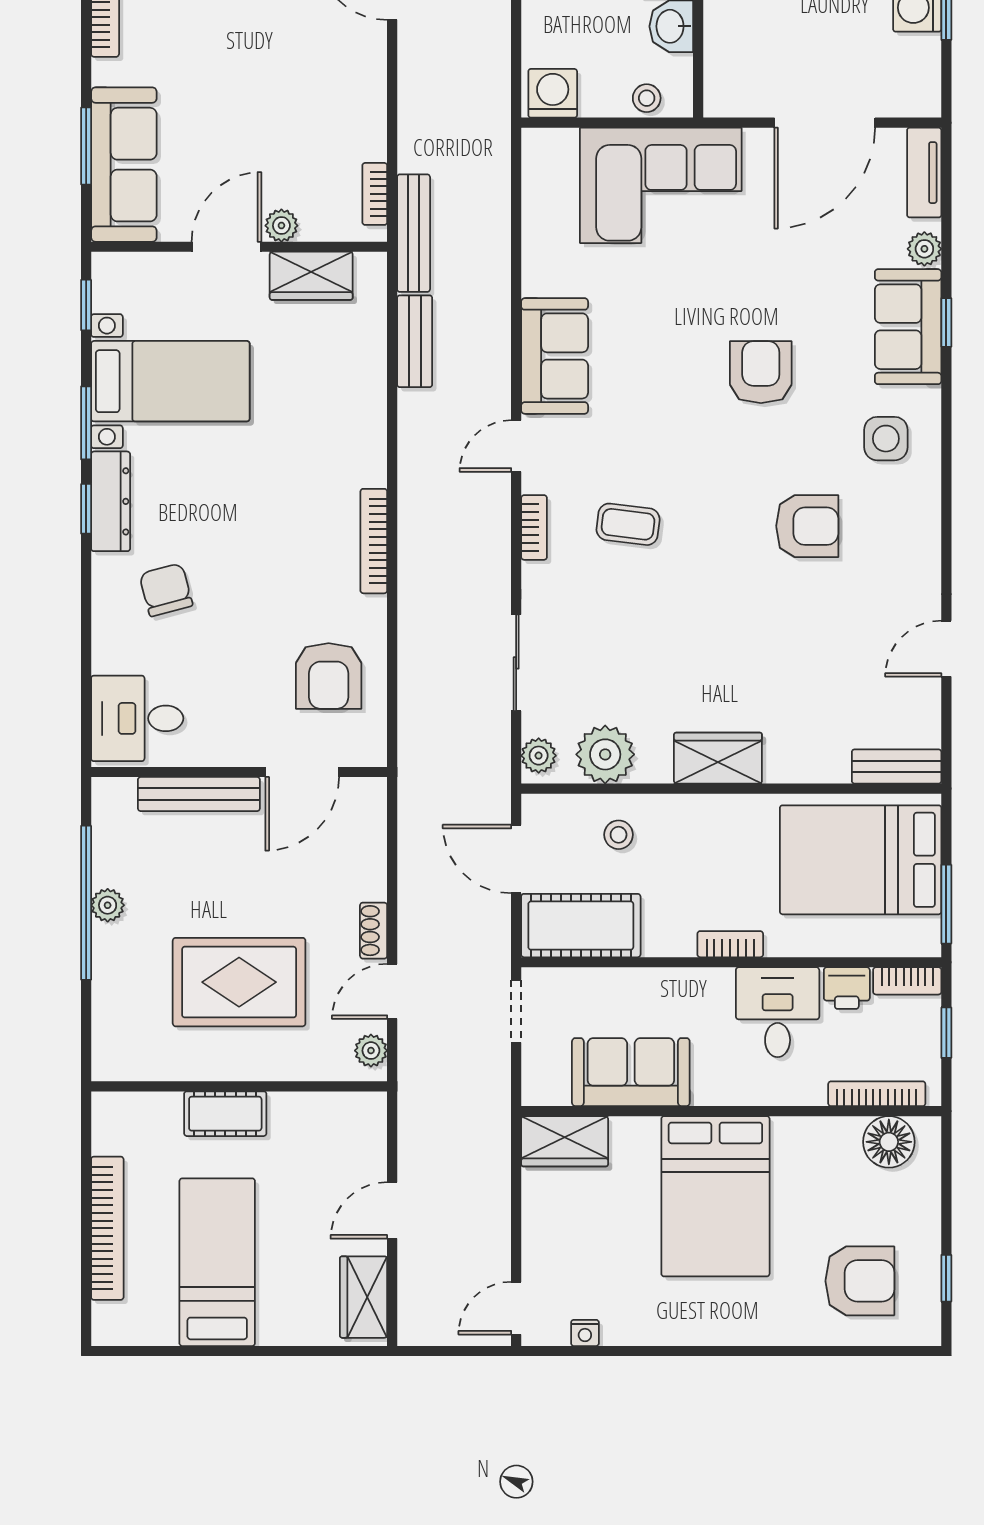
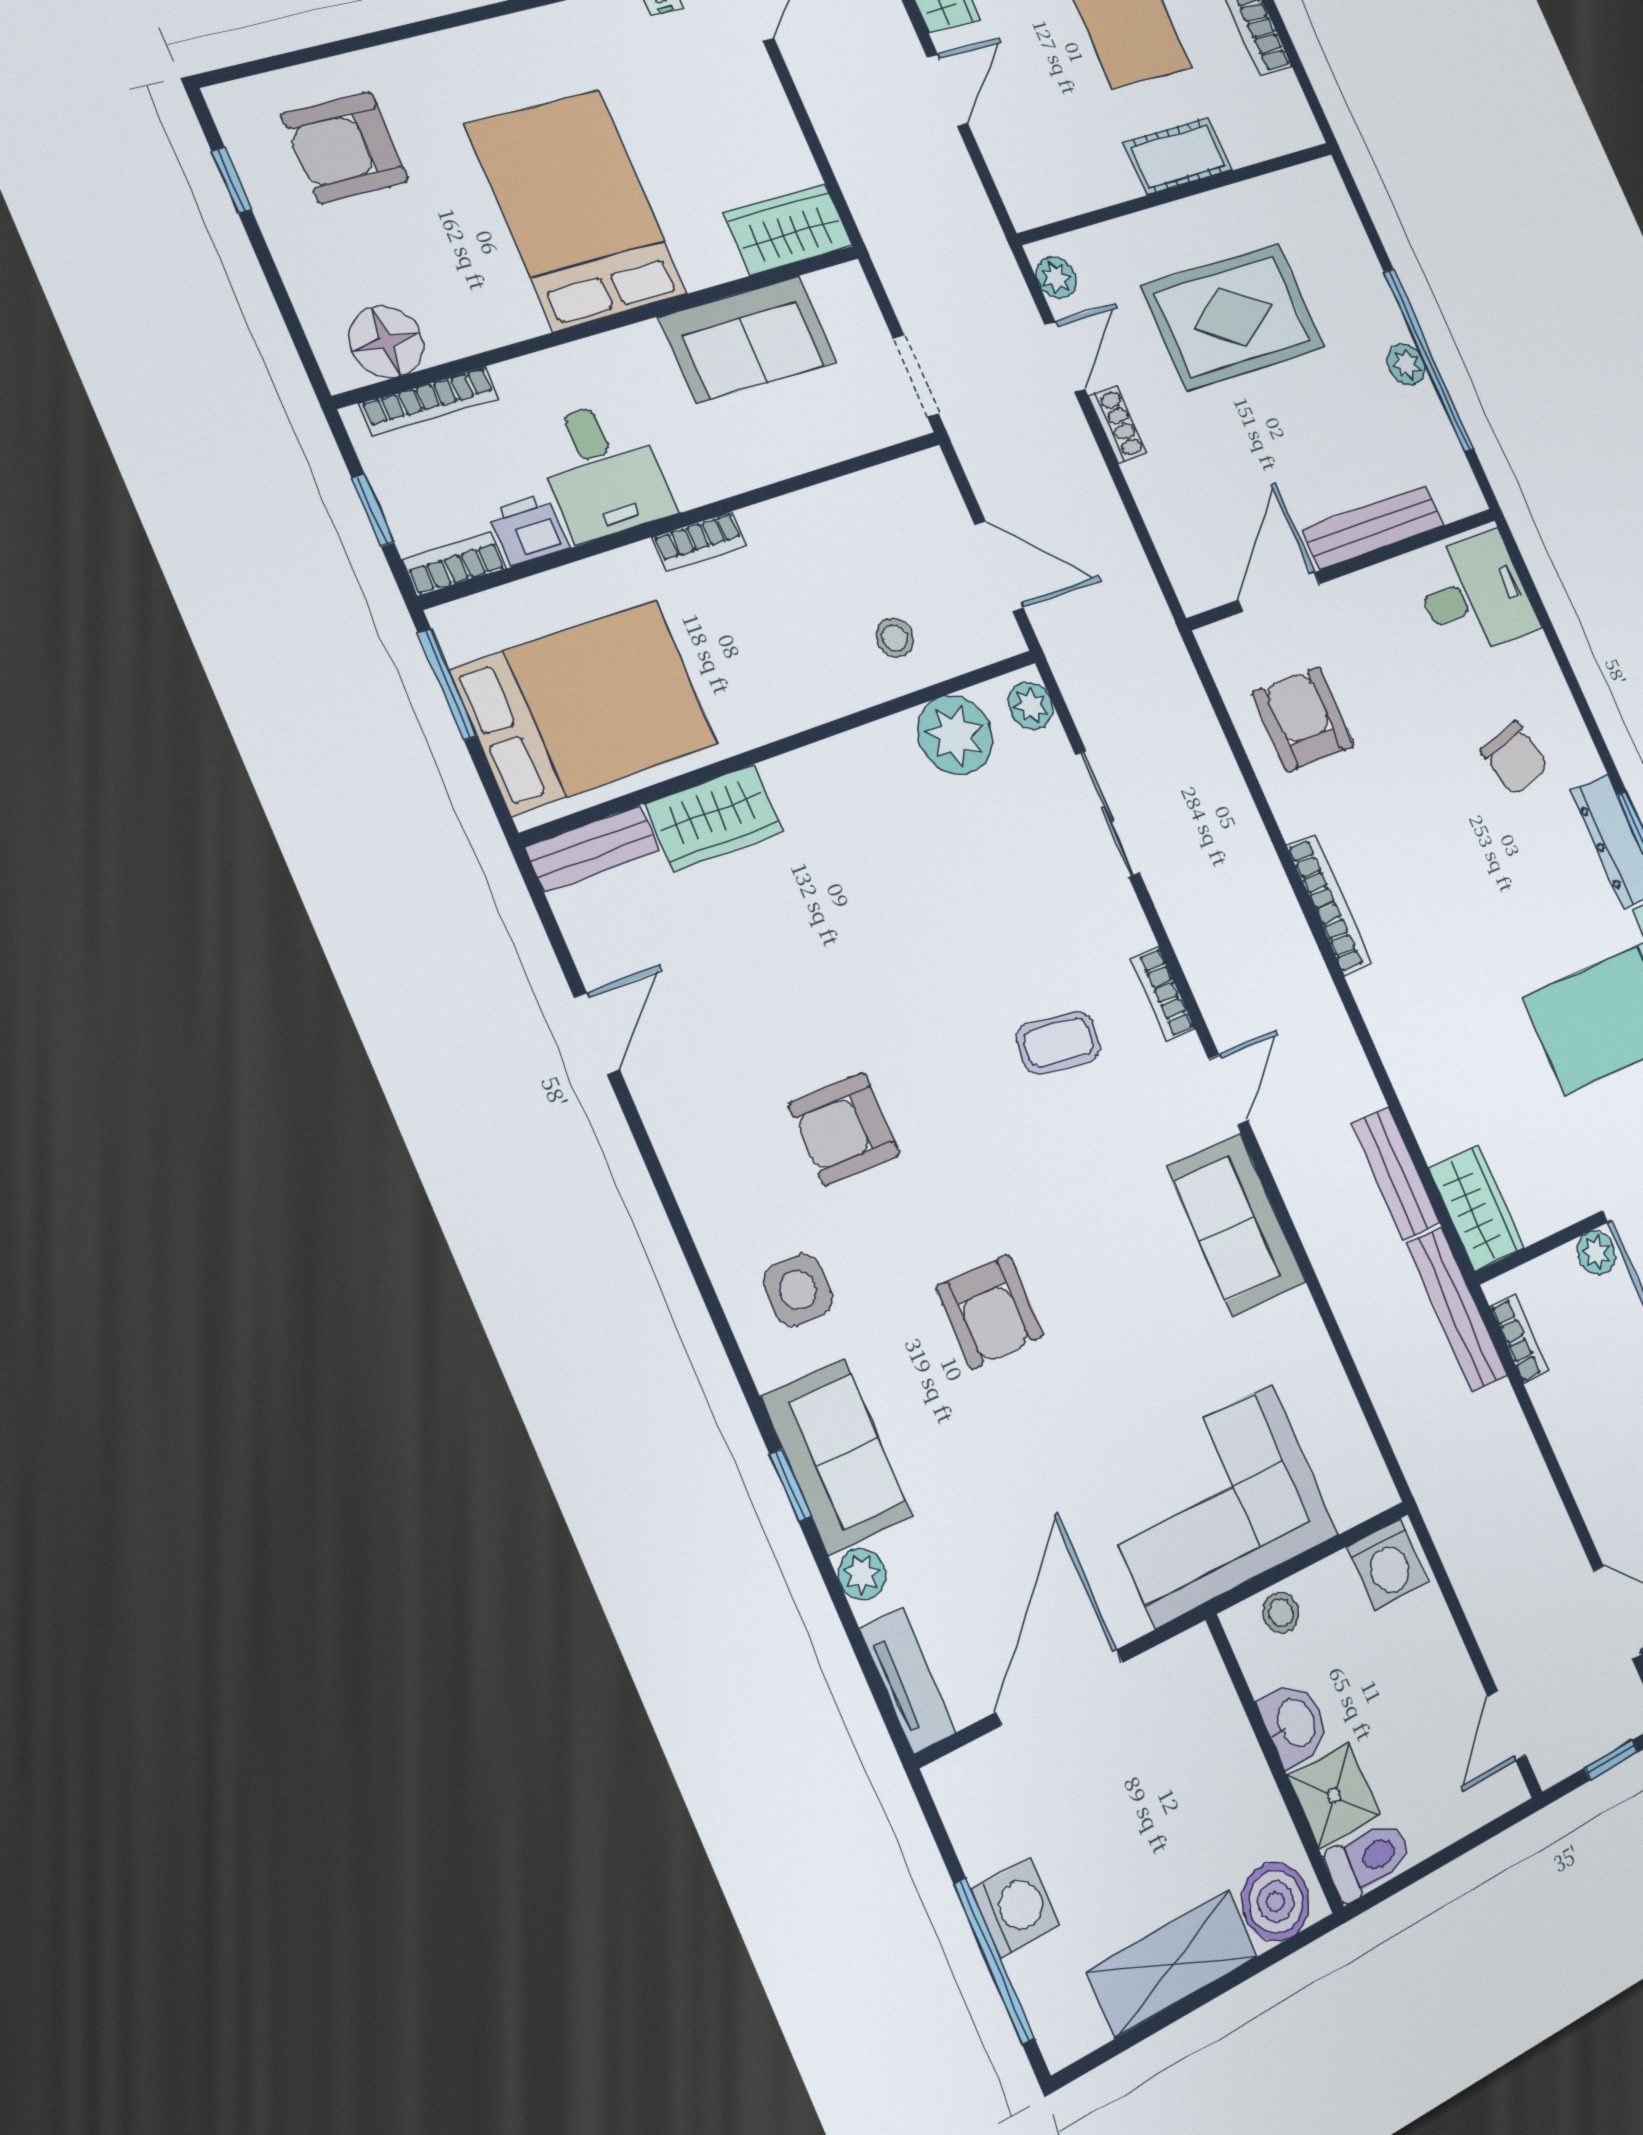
wardrobe: (311, 276) -> (1476, 1208), moved, turned 90
wardrobe: (718, 758) -> (714, 818), moved
cot: (581, 926) -> (888, 507), removed

